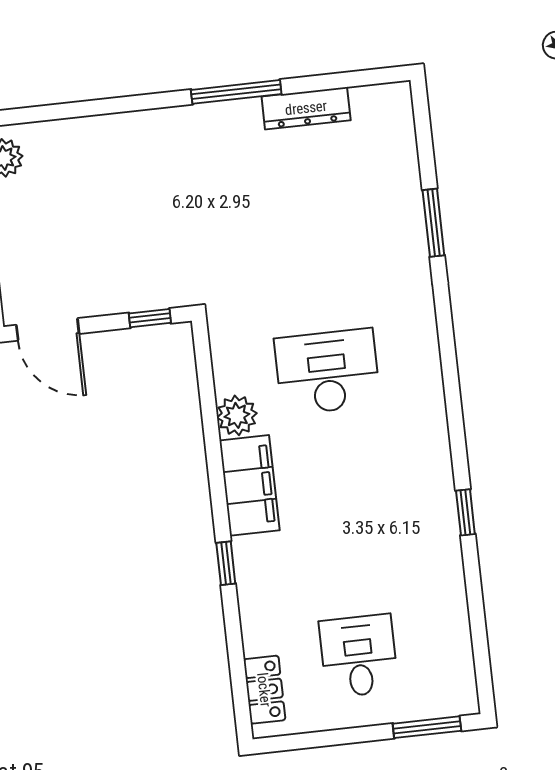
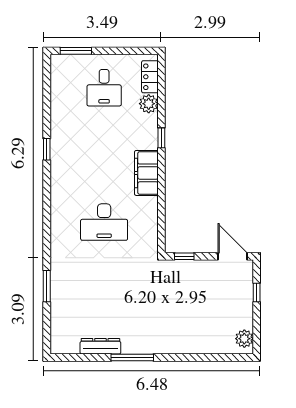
plant: (237, 415) -> (149, 104), moved

